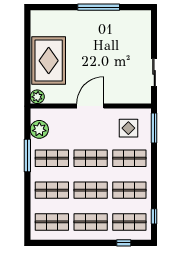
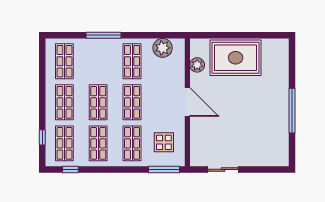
plant: (37, 97) -> (197, 65), moved
window: (27, 156) -> (104, 35), moved
shop shelf: (52, 190) -> (98, 61), removed

